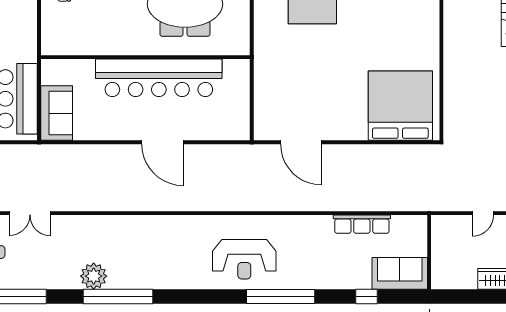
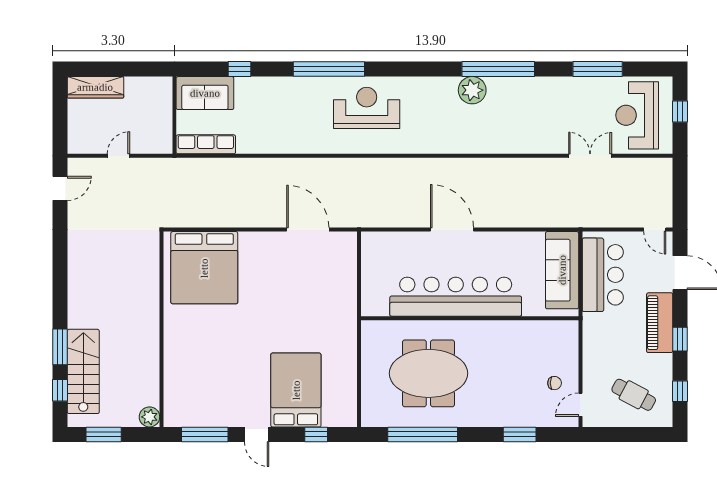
sofa: (57, 113) -> (562, 270), width x1.36
row of seats: (362, 224) -> (206, 144), moved
plant: (94, 276) -> (472, 90), moved

